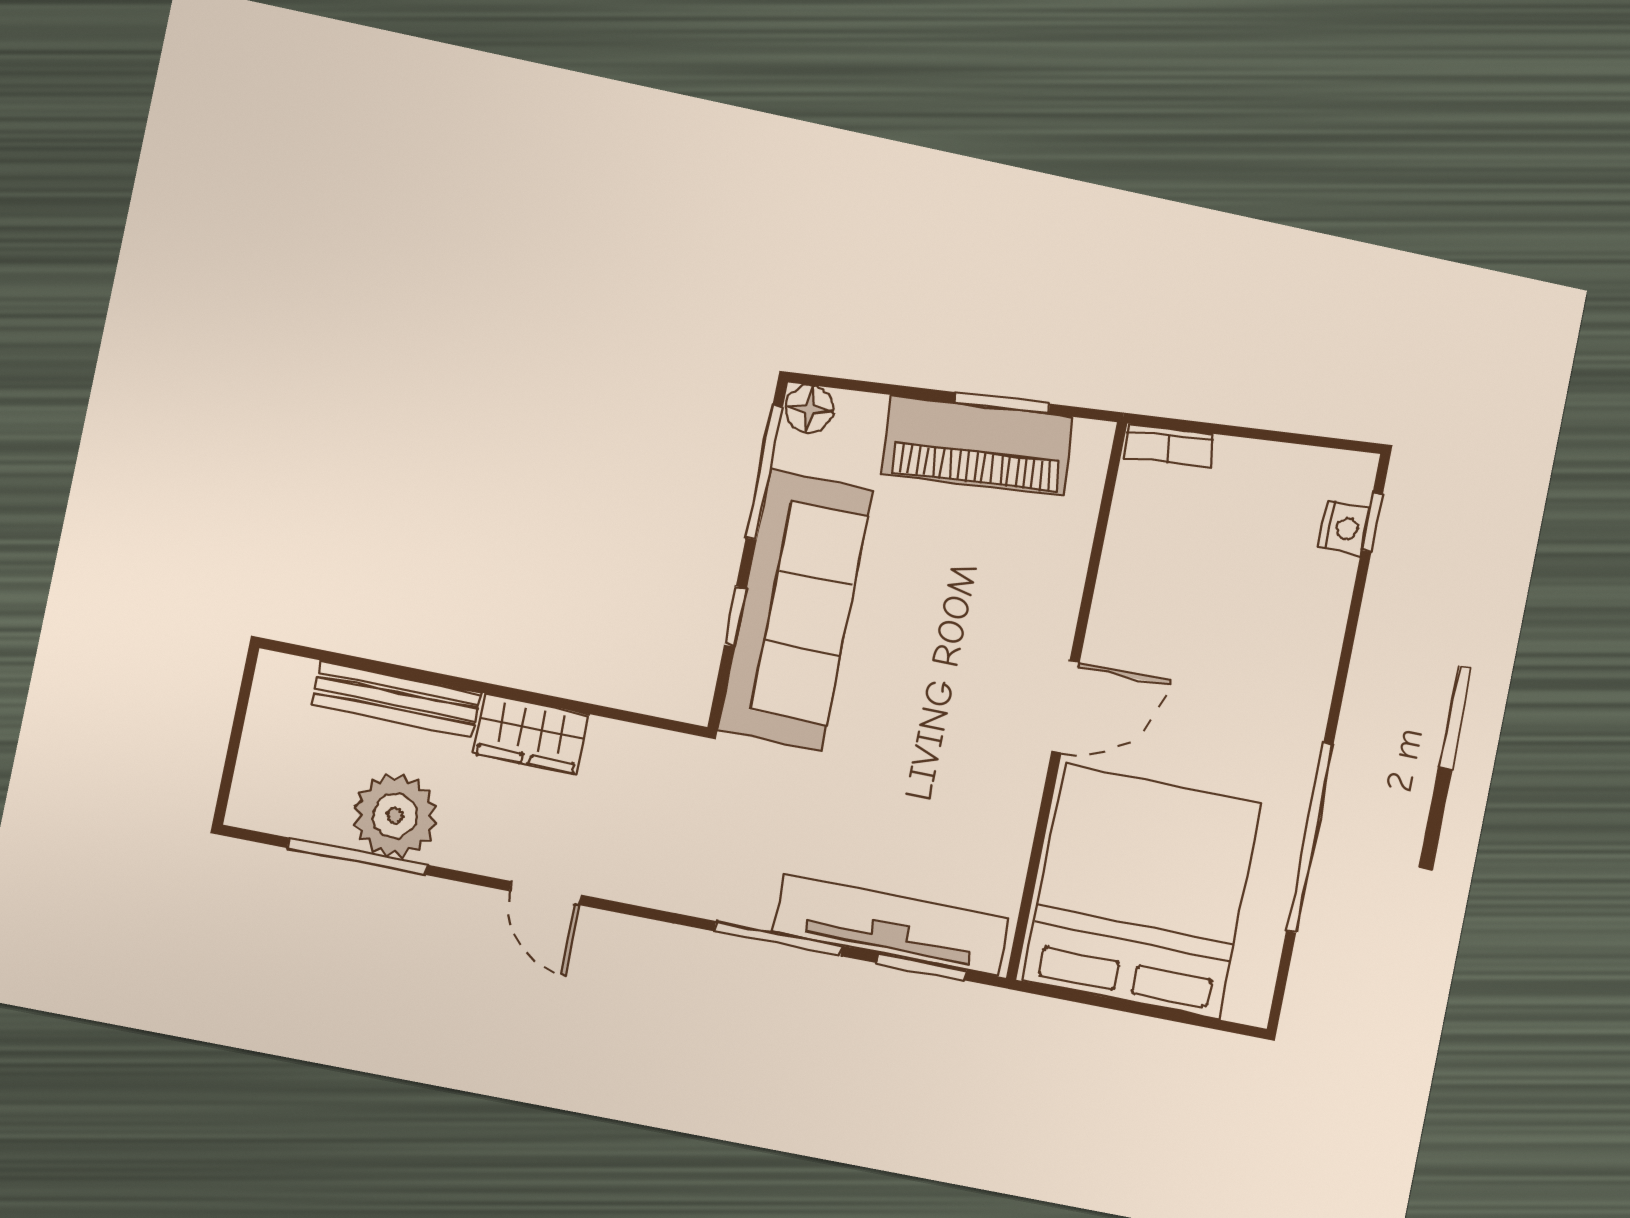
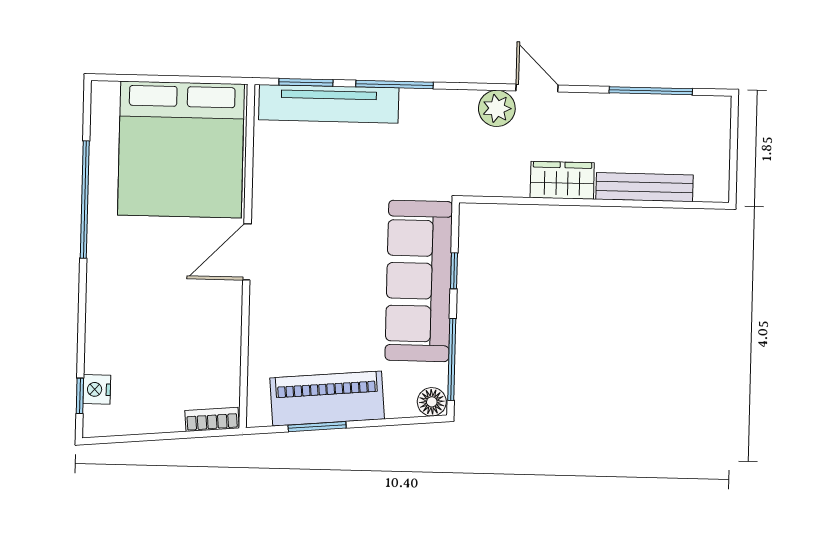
plant: (395, 816) -> (497, 108), moved, width x0.73, depth x0.73

